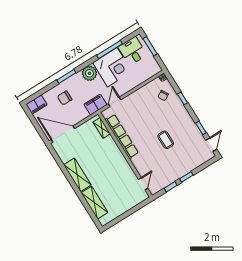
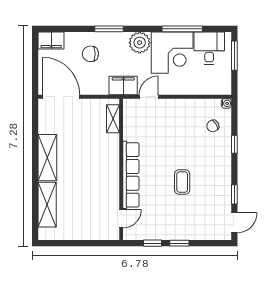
row of seats: (122, 137) -> (131, 175), moved

